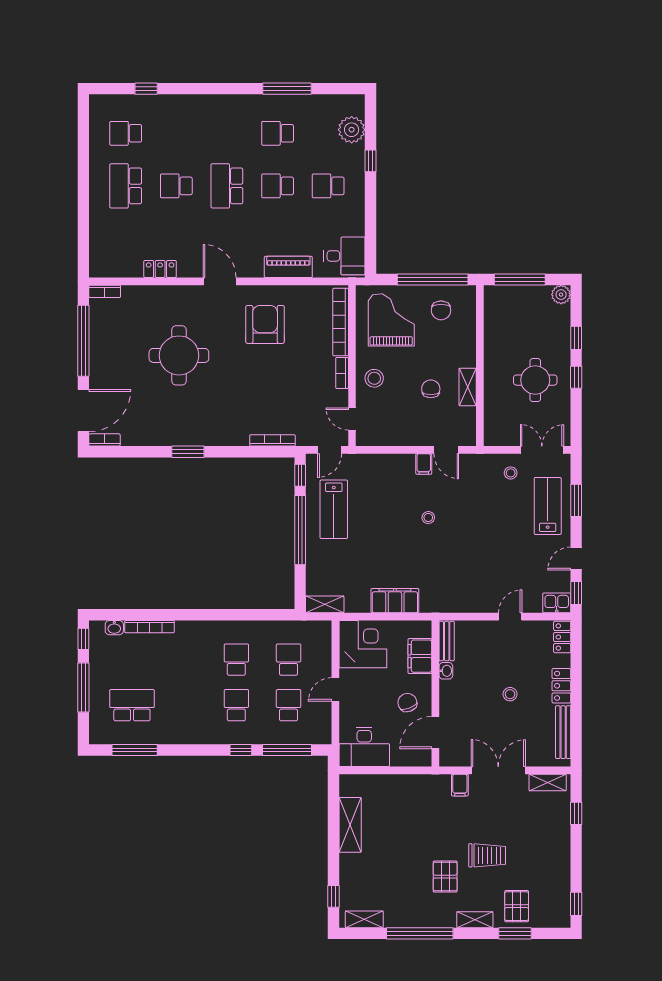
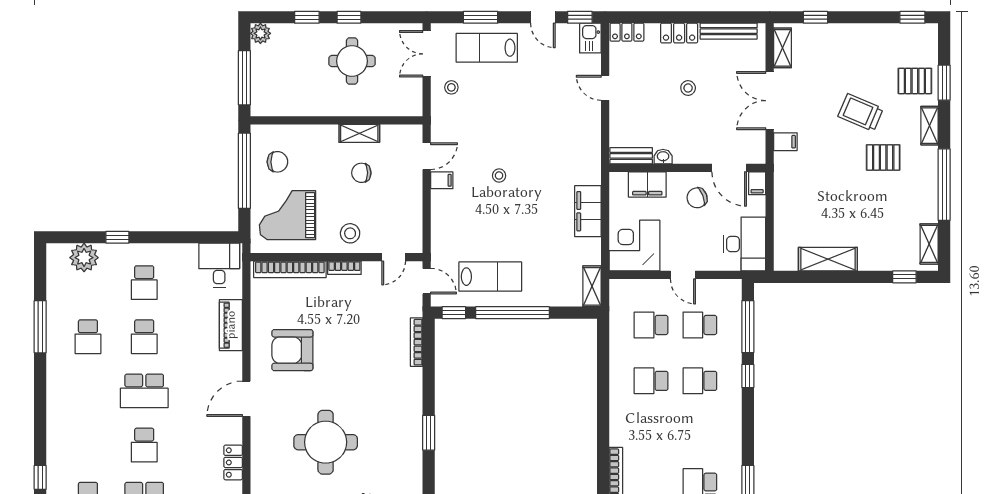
filing cabinet: (421, 759) -> (757, 183), added
trolley: (487, 855) -> (861, 112), turned -67

